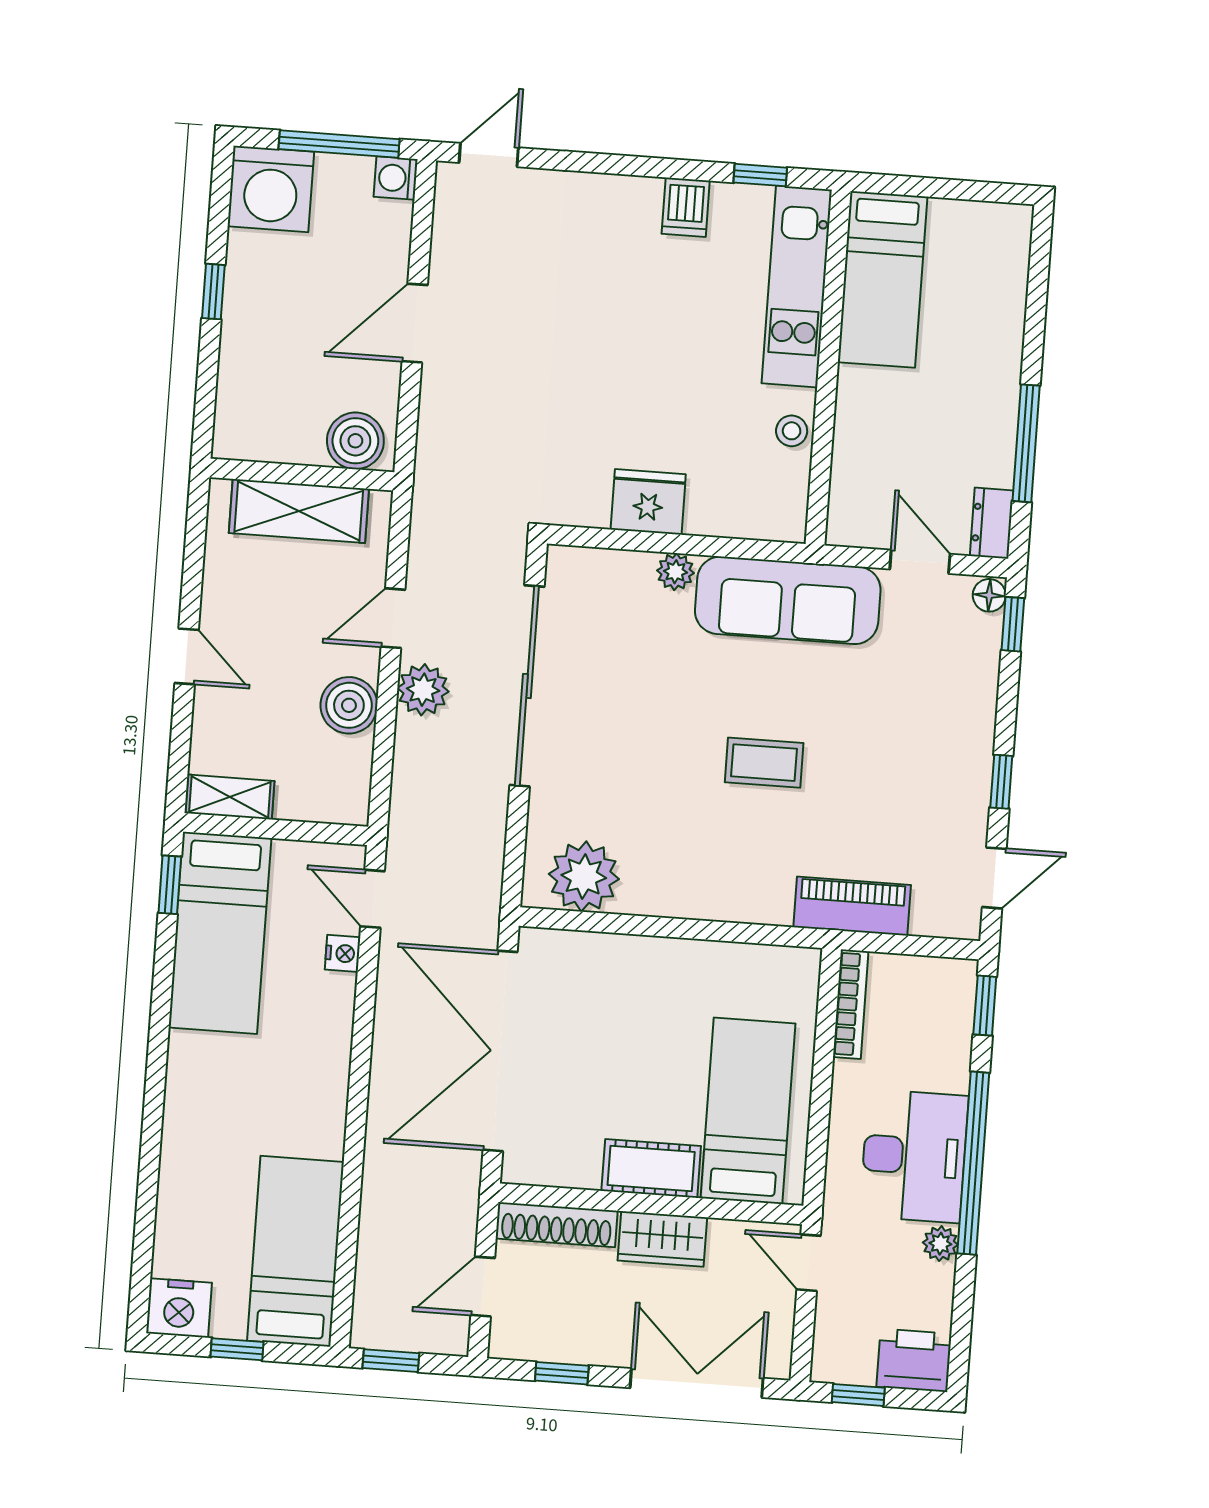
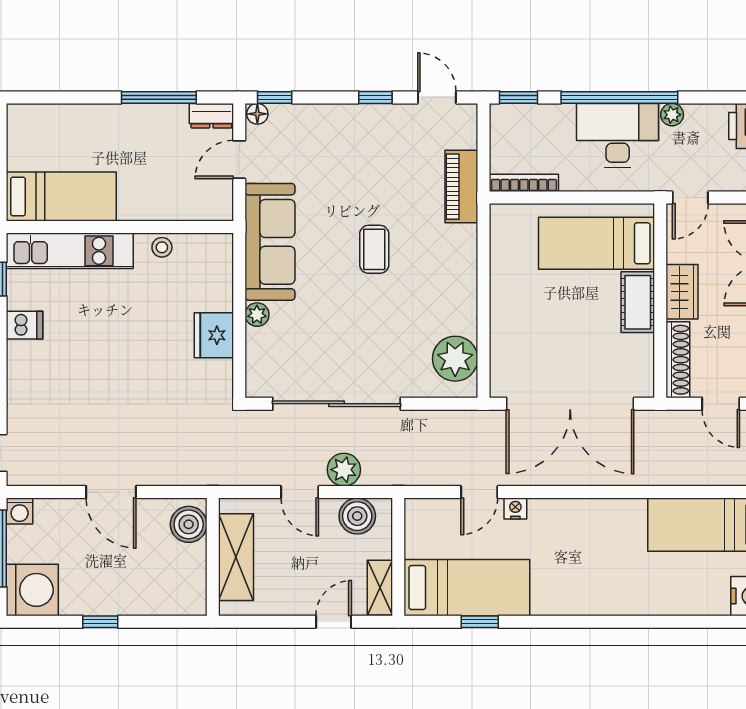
shelving: (230, 797) -> (380, 588), moved
wall: (276, 829) -> (398, 557), moved
bed: (220, 933) -> (467, 588), moved

